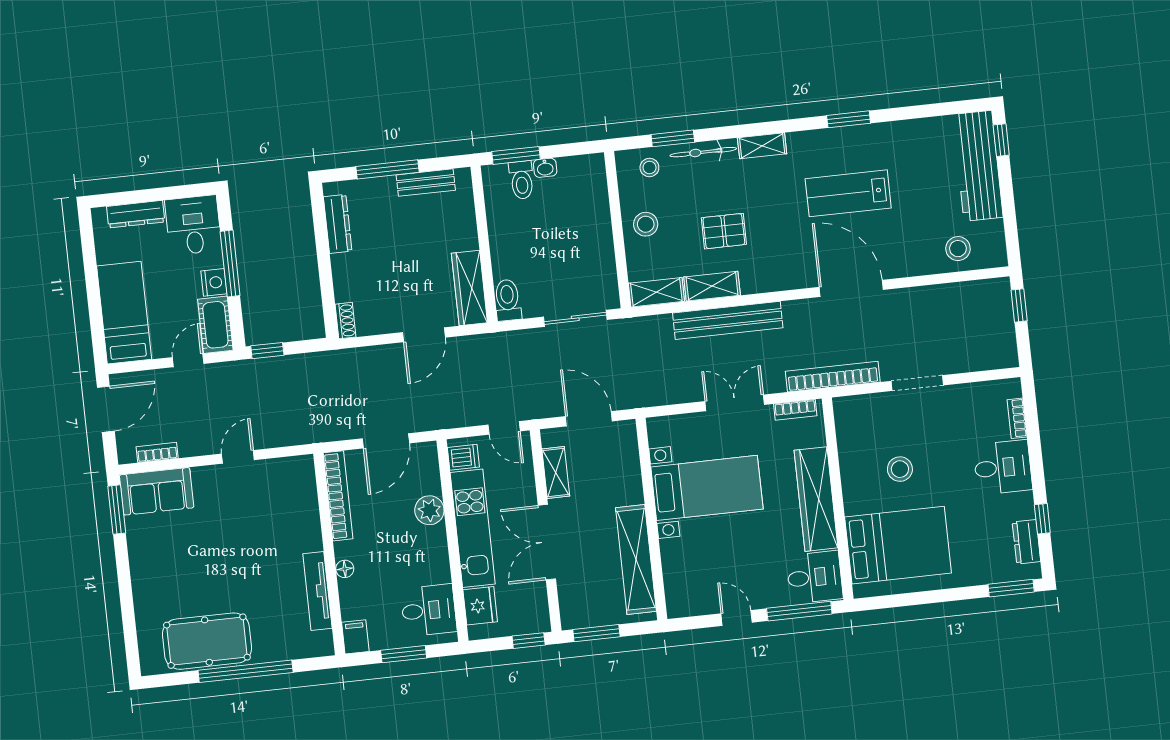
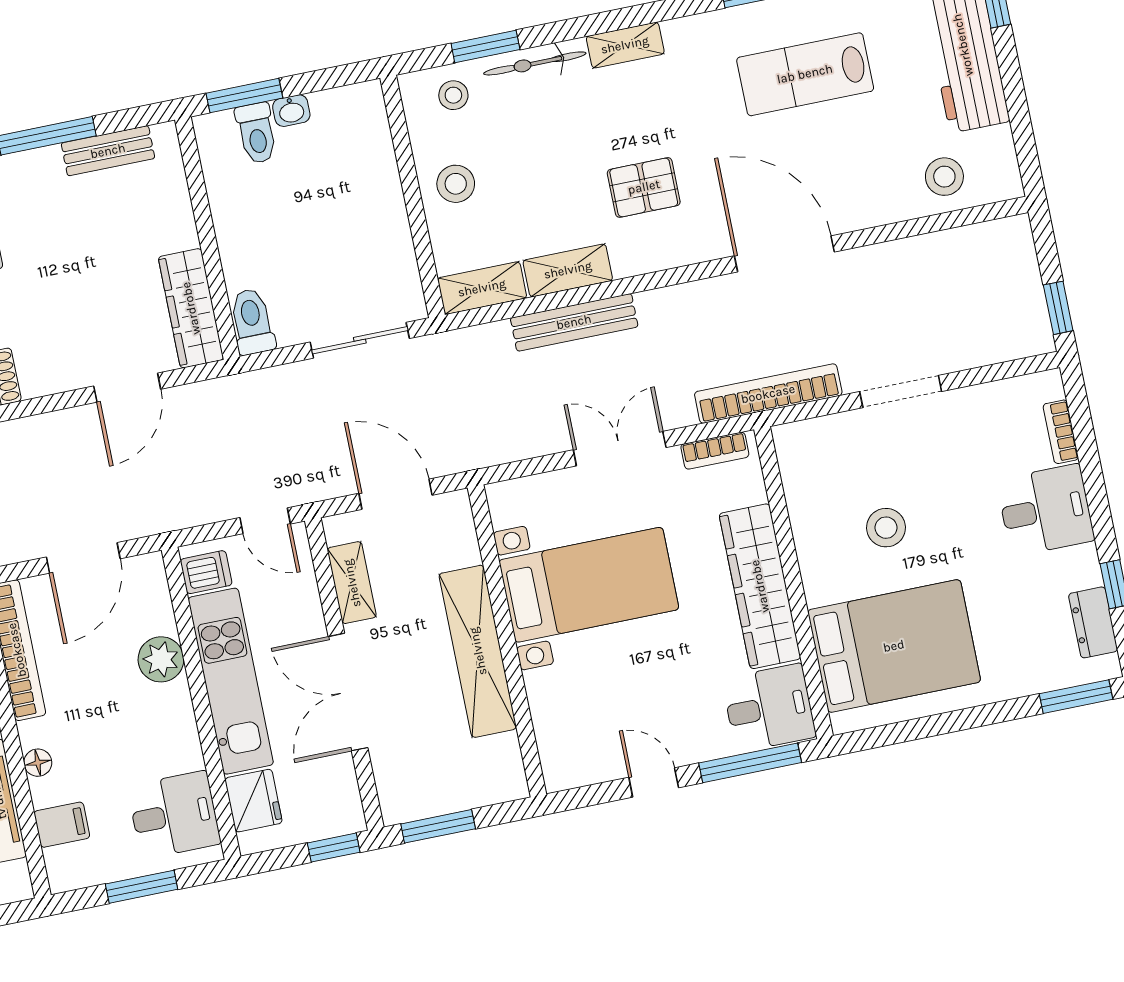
lab bench: (848, 193) -> (805, 74), moved
pallet: (724, 231) -> (644, 187), moved
window: (1019, 305) -> (1058, 308), moved
bench: (728, 320) -> (574, 322), width x0.73, depth x0.82
shelving: (636, 559) -> (478, 651), moved
filing cabinet: (355, 637) -> (62, 825), moved, turned 90

